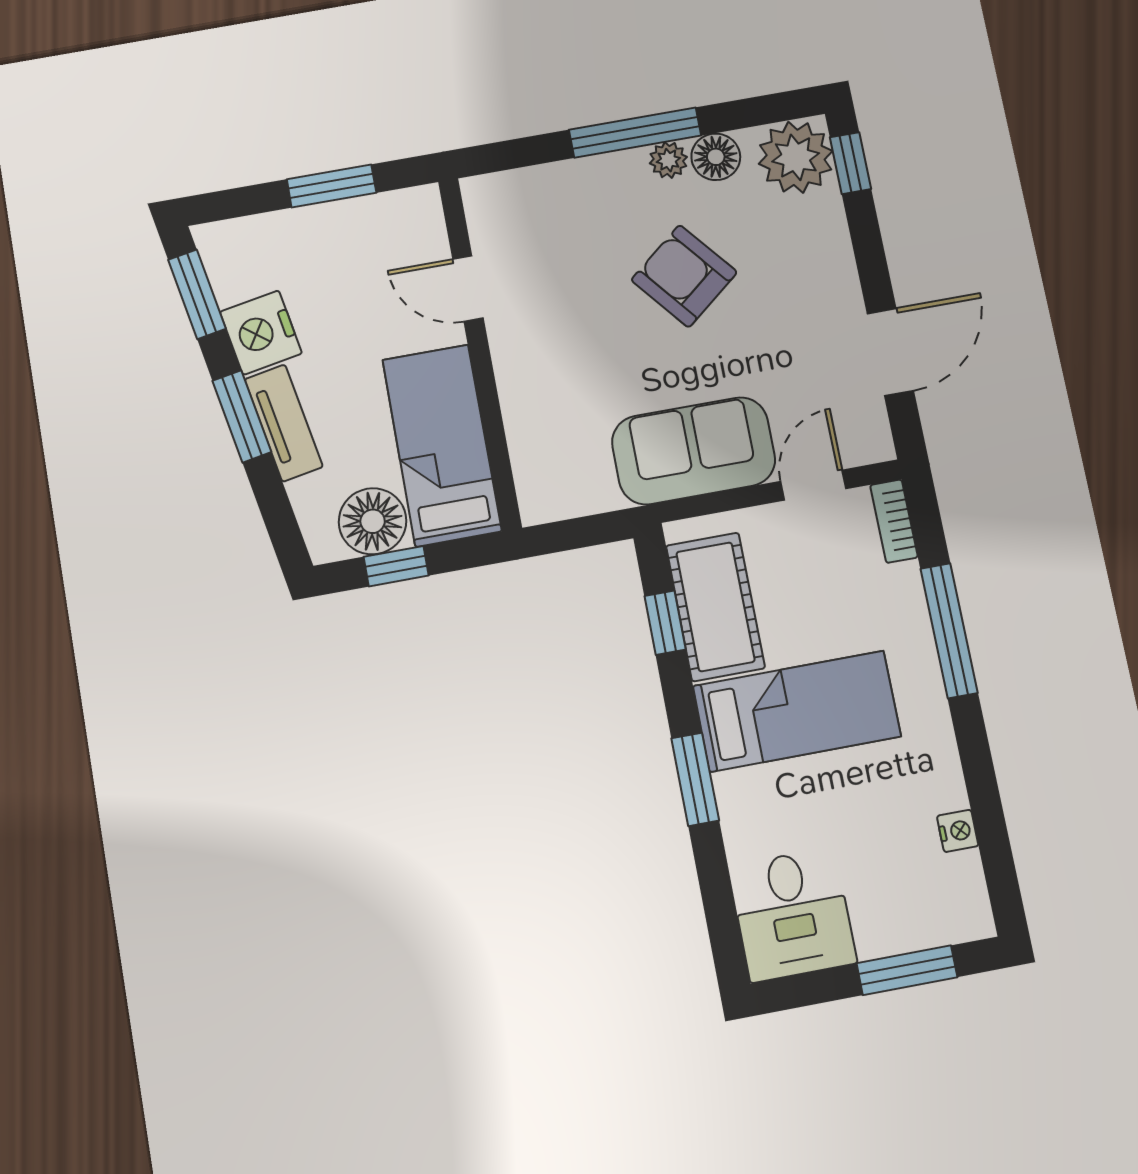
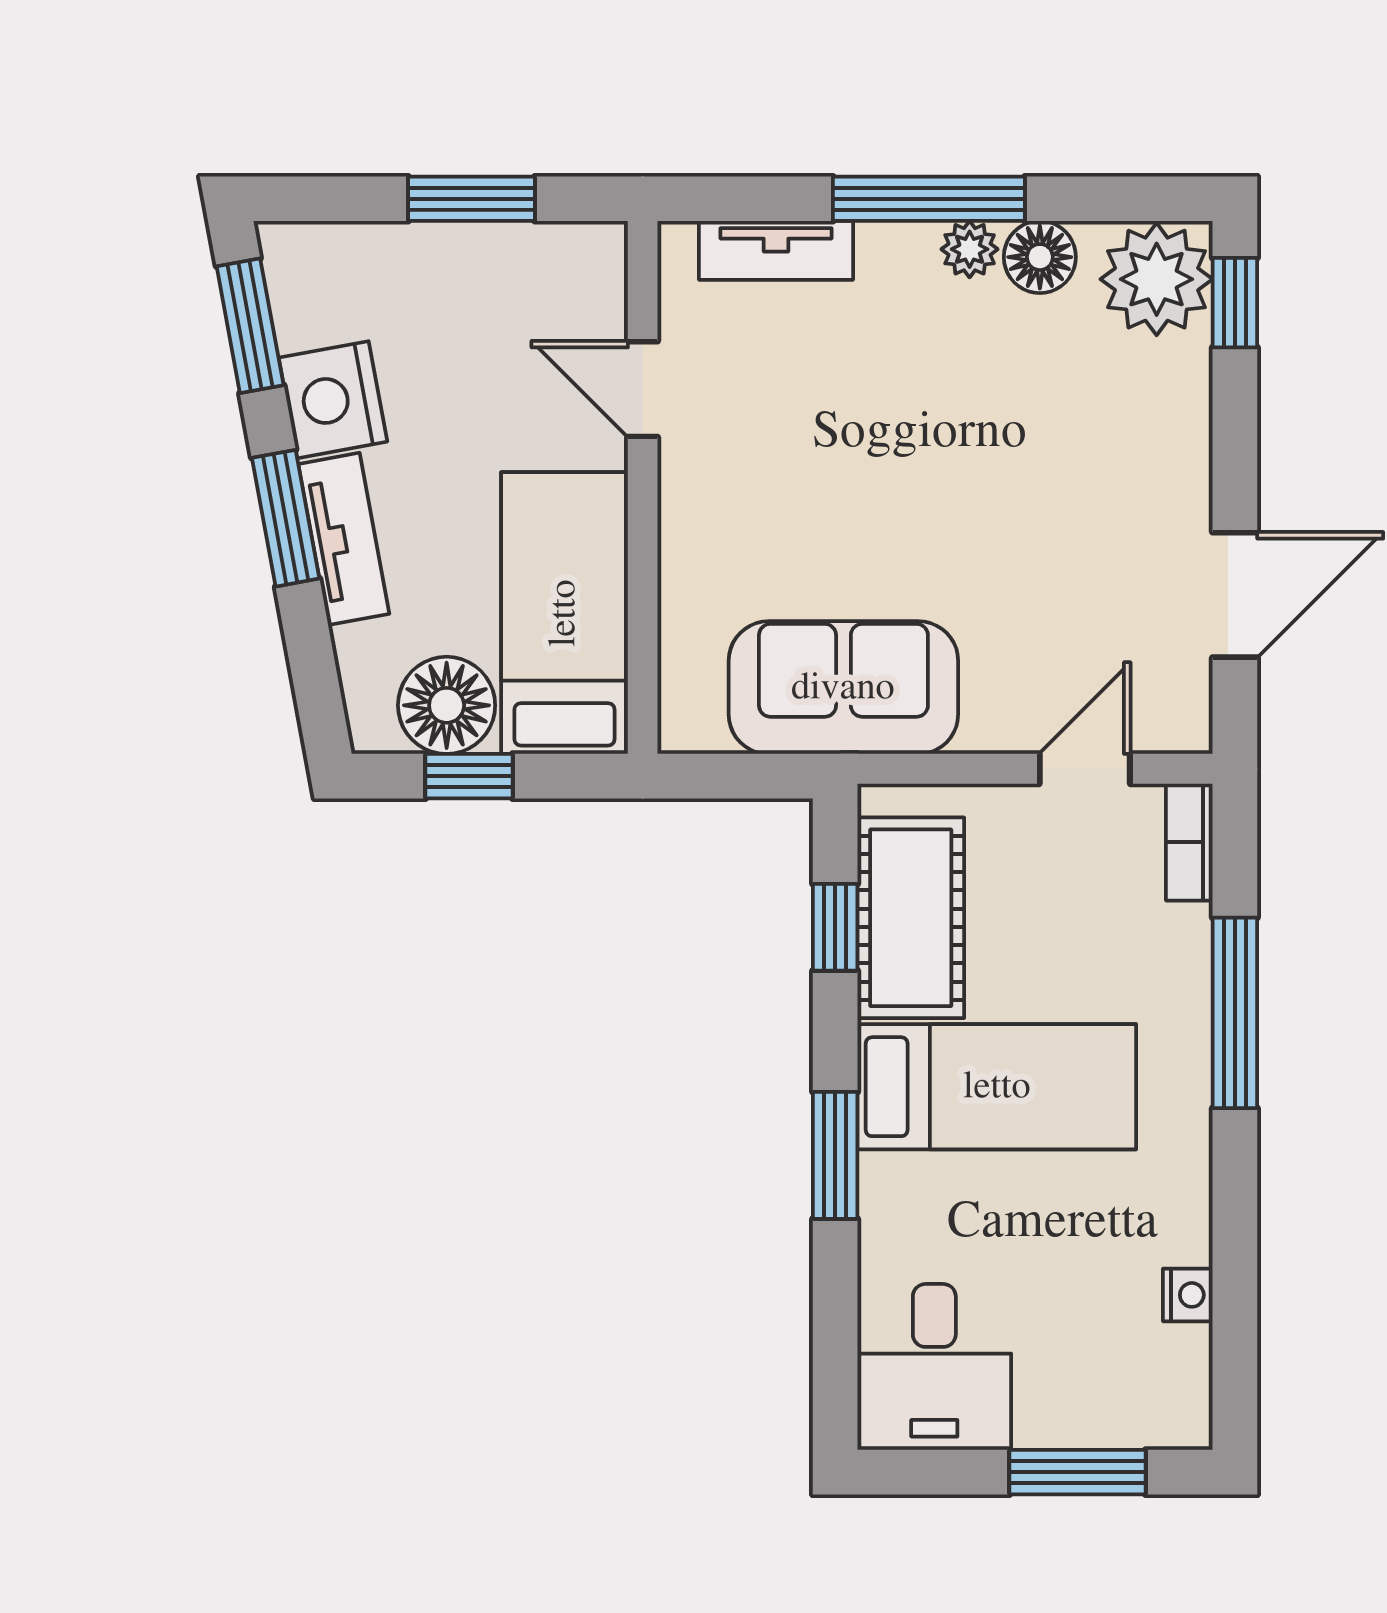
tv unit: (540, 183) -> (776, 250), added
armchair: (684, 276) -> (959, 428), removed
sofa: (694, 451) -> (843, 688), moved

